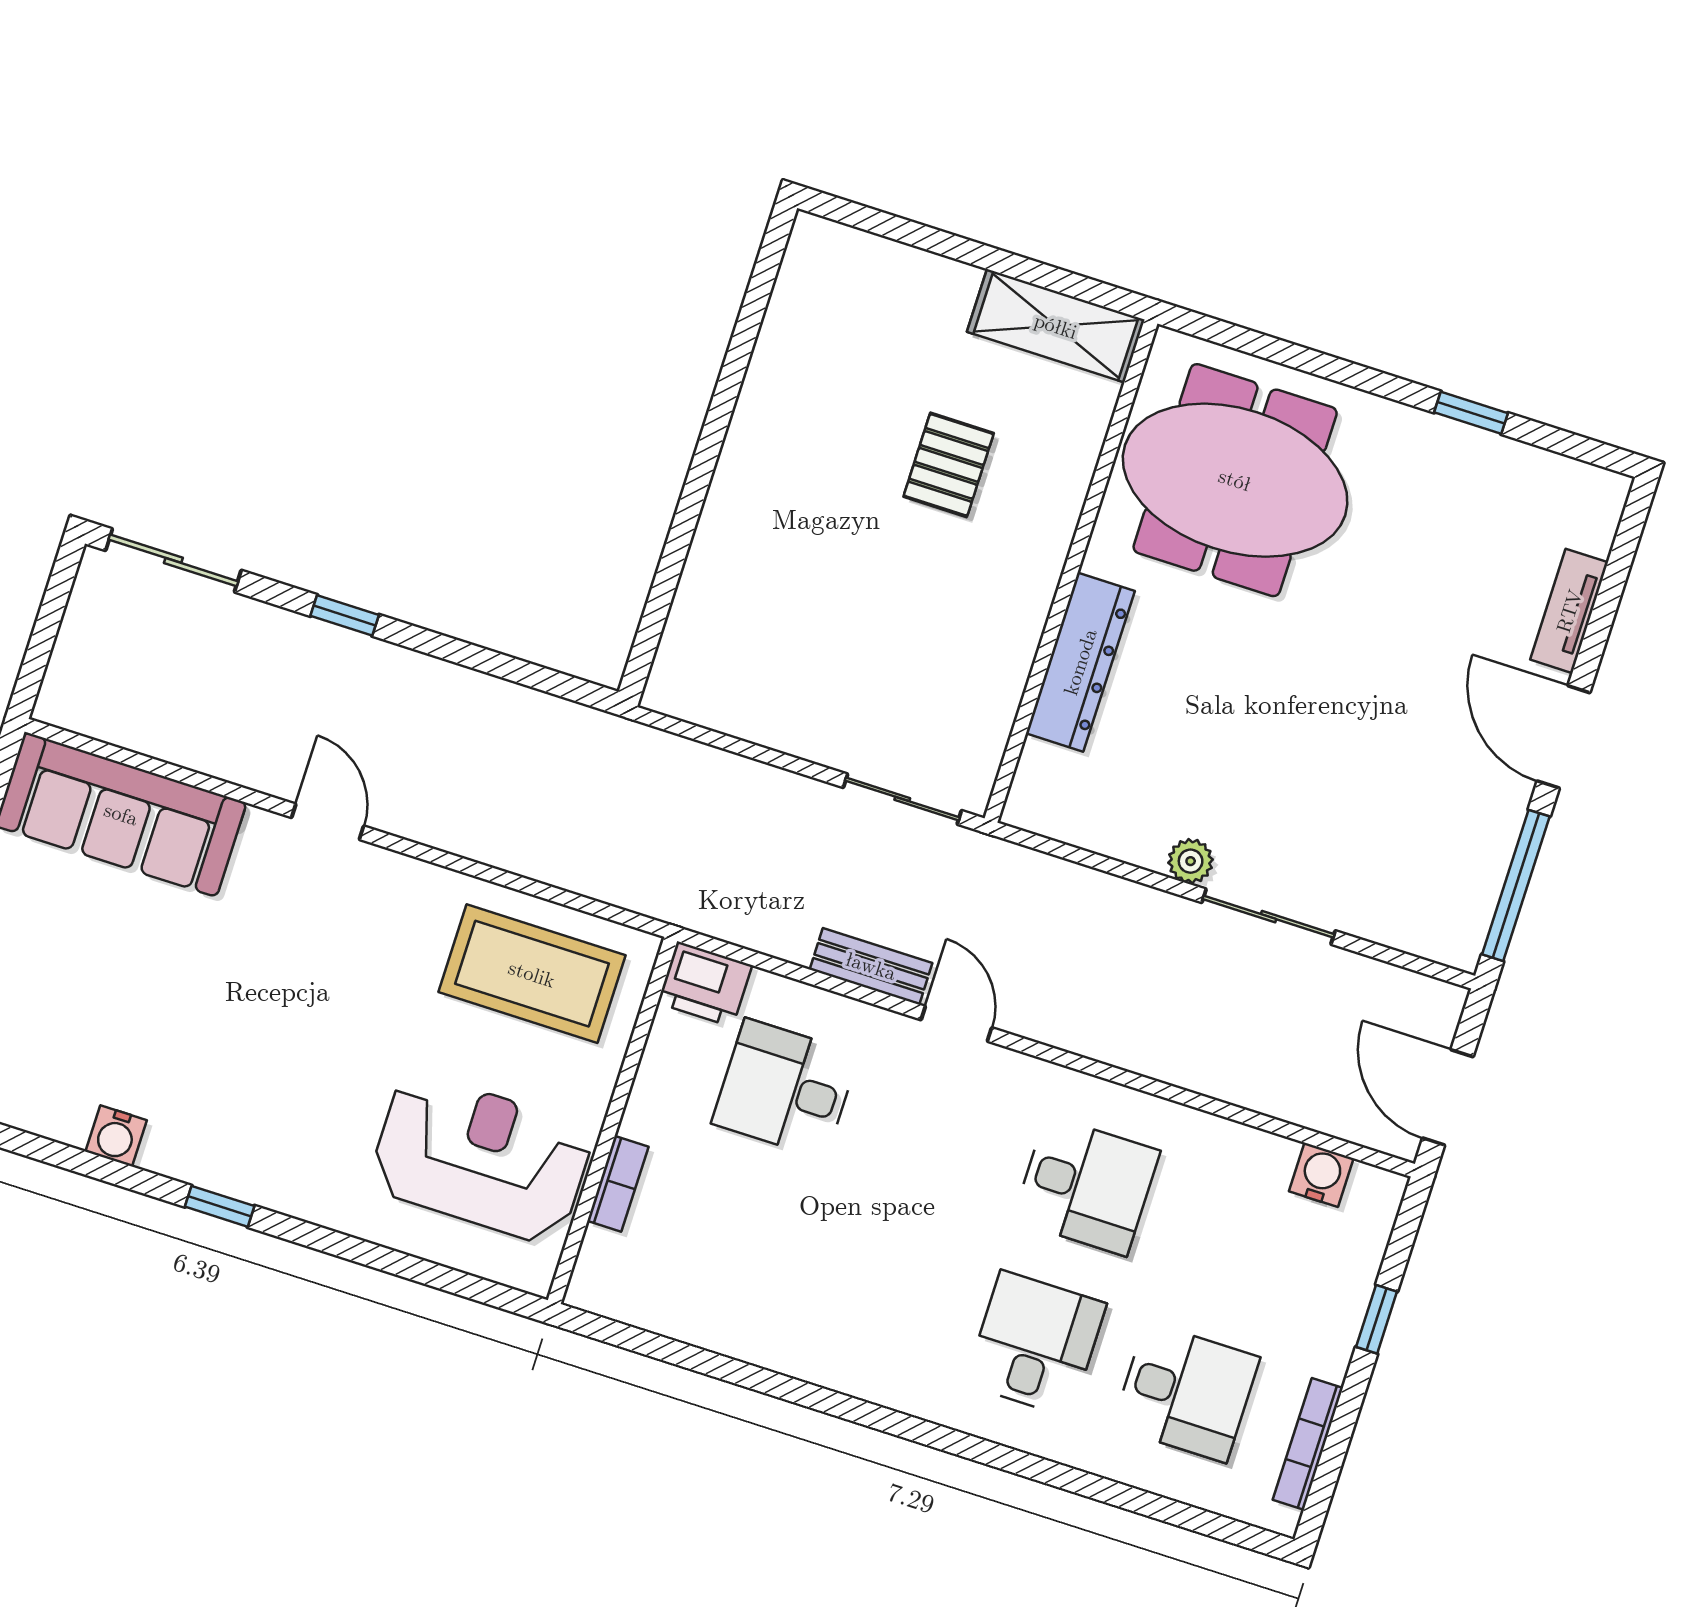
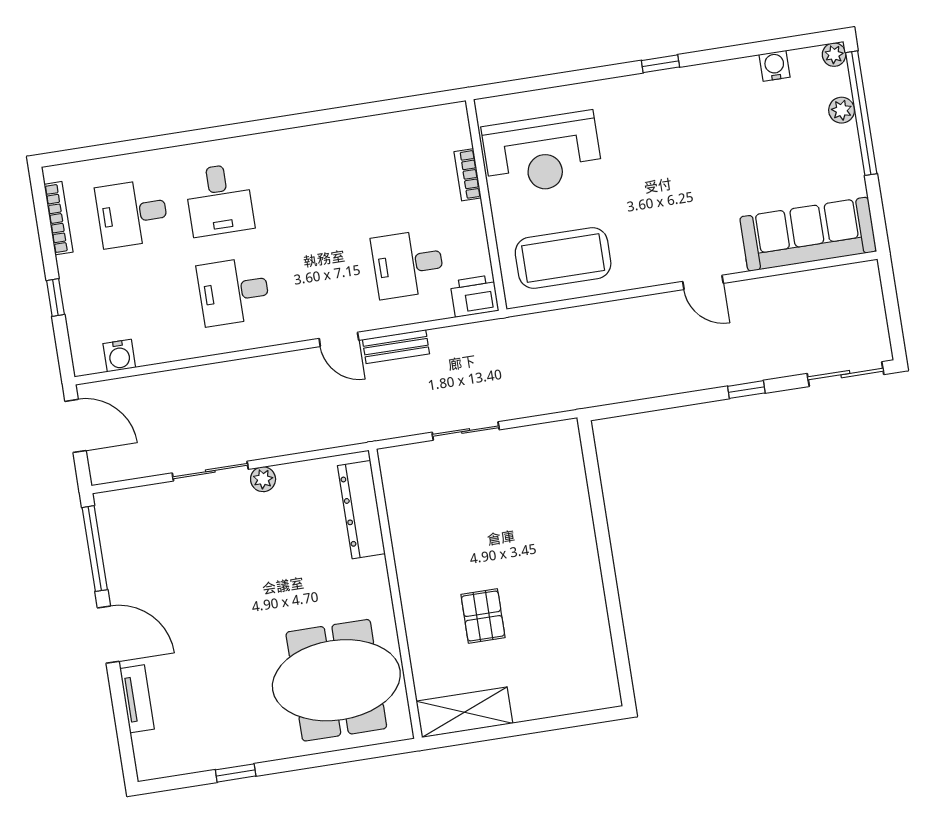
dresser: (1080, 662) -> (361, 510), moved
sliding door: (902, 799) -> (466, 431), moved
desk: (785, 1089) -> (408, 264), turned 180
water cooler: (116, 1136) -> (775, 66), moved

